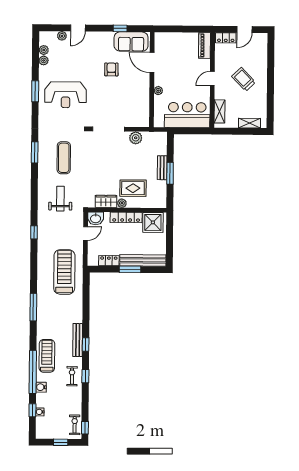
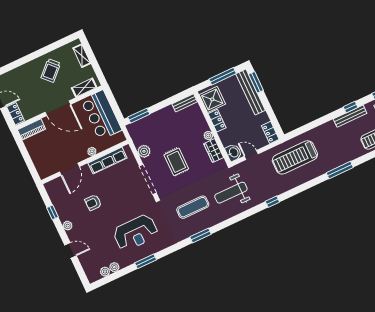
plant: (62, 36) -> (68, 226), moved
sofa: (131, 42) -> (60, 197), removed
door: (212, 79) -> (58, 108), width x1.88
trolley: (244, 79) -> (51, 70), moved
reception desk: (66, 95) -> (136, 233), turned 90
row of seats: (143, 101) -> (107, 161), added
bench: (162, 168) -> (185, 103), moved
window: (170, 173) -> (139, 116), moved
rug: (133, 188) -> (176, 162), moved
weight bench: (60, 199) -> (231, 193), width x1.36, depth x1.33
locker: (126, 217) -> (217, 121), width x0.66
window: (169, 242) -> (223, 76), added
locker: (109, 261) -> (270, 133), moved
window: (130, 269) -> (256, 82), moved

